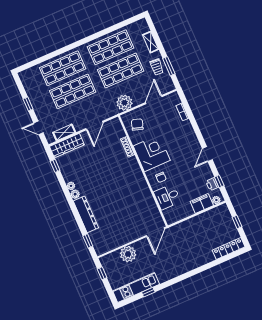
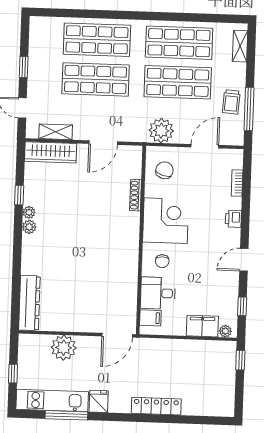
shelving: (151, 42) -> (240, 46), moved
window: (169, 66) -> (249, 109), width x1.44
window: (55, 166) -> (19, 195), moved
printer: (212, 184) -> (233, 219), moved
filing cabinet: (170, 213) -> (150, 318), added
dresser: (86, 214) -> (29, 303), moved
window: (237, 222) -> (240, 360), moved
window: (88, 241) -> (15, 302), removed
locker: (229, 249) -> (156, 406), moved
window: (102, 273) -> (13, 374), moved
fridge: (163, 275) -> (99, 401), added
window: (148, 292) -> (66, 415), width x2.17

